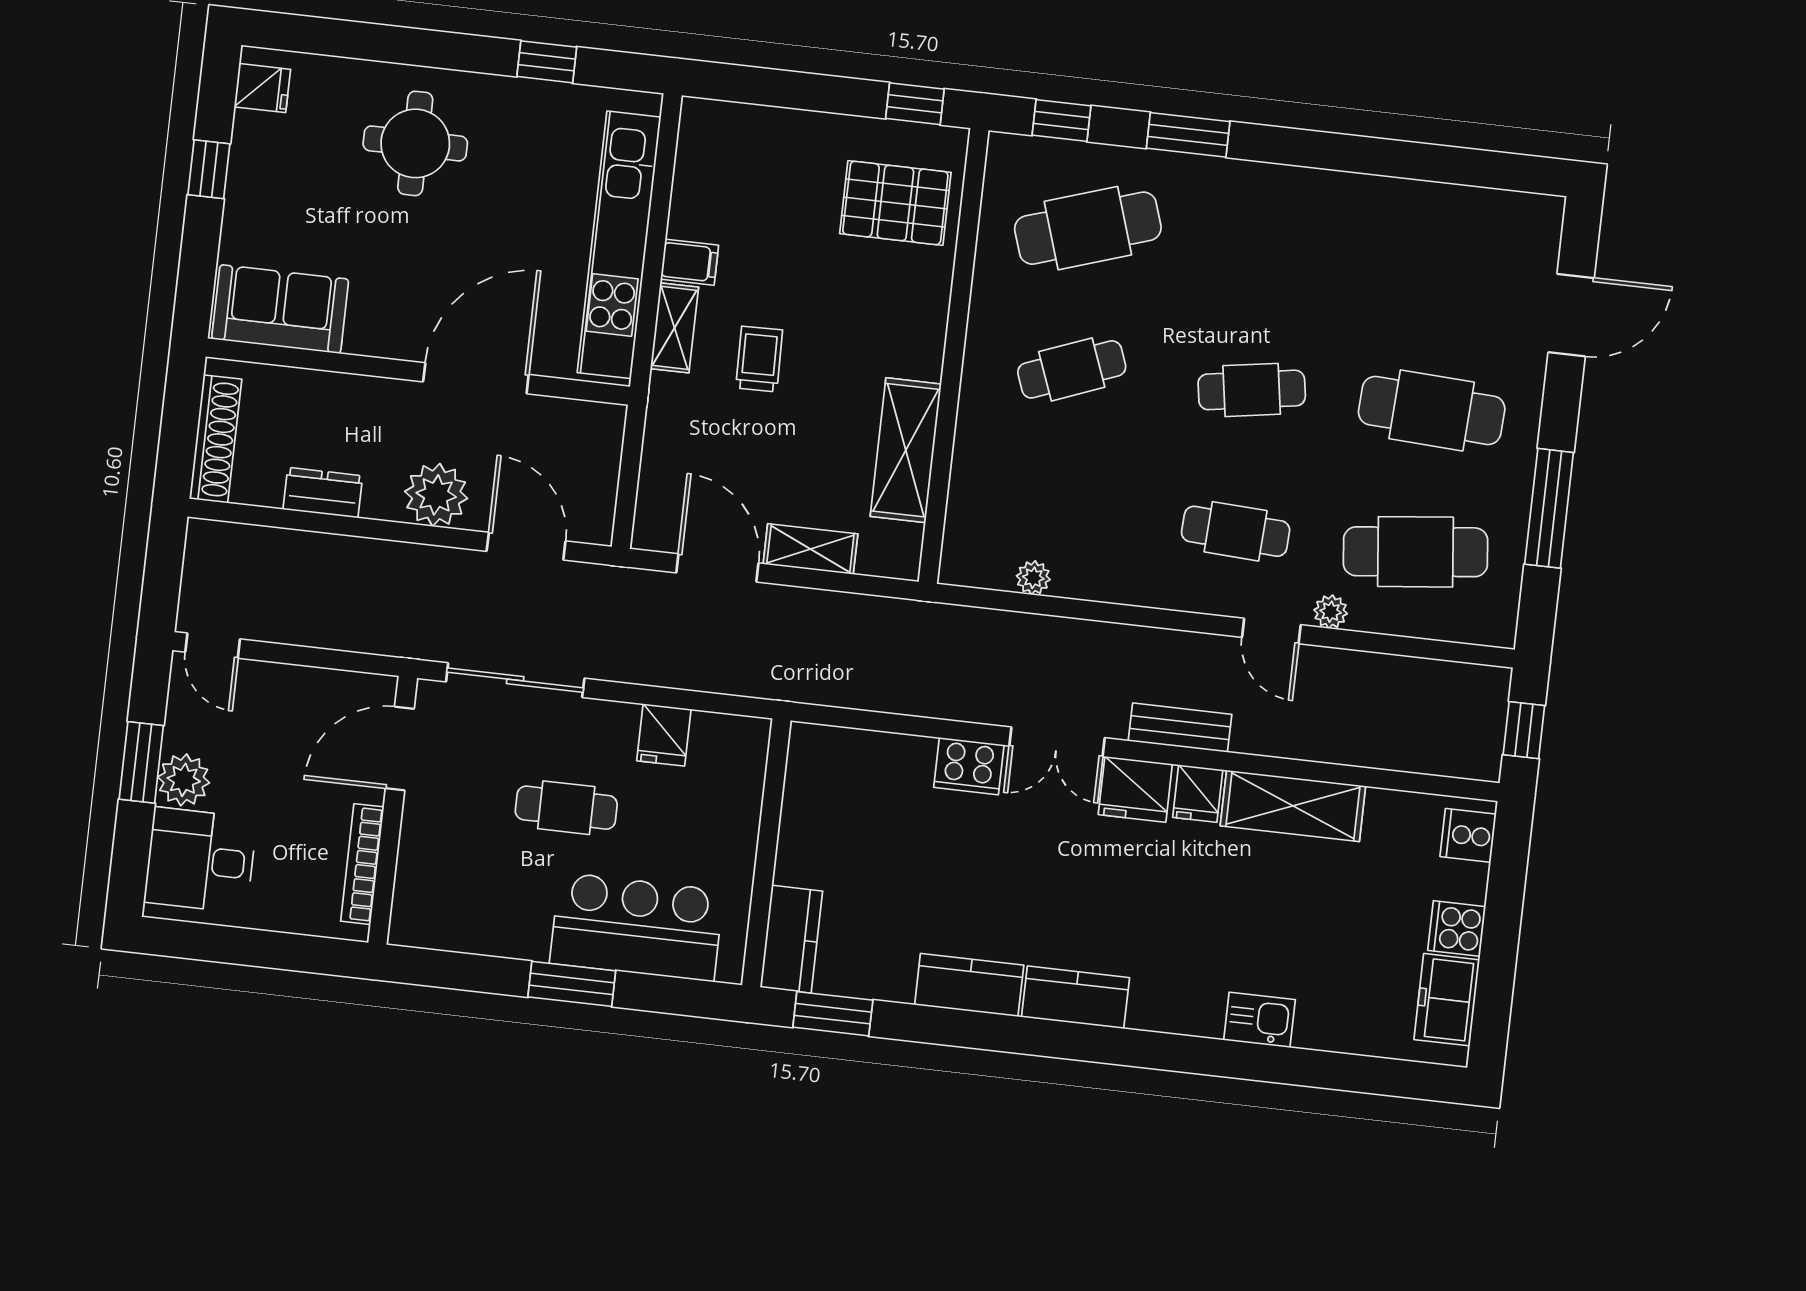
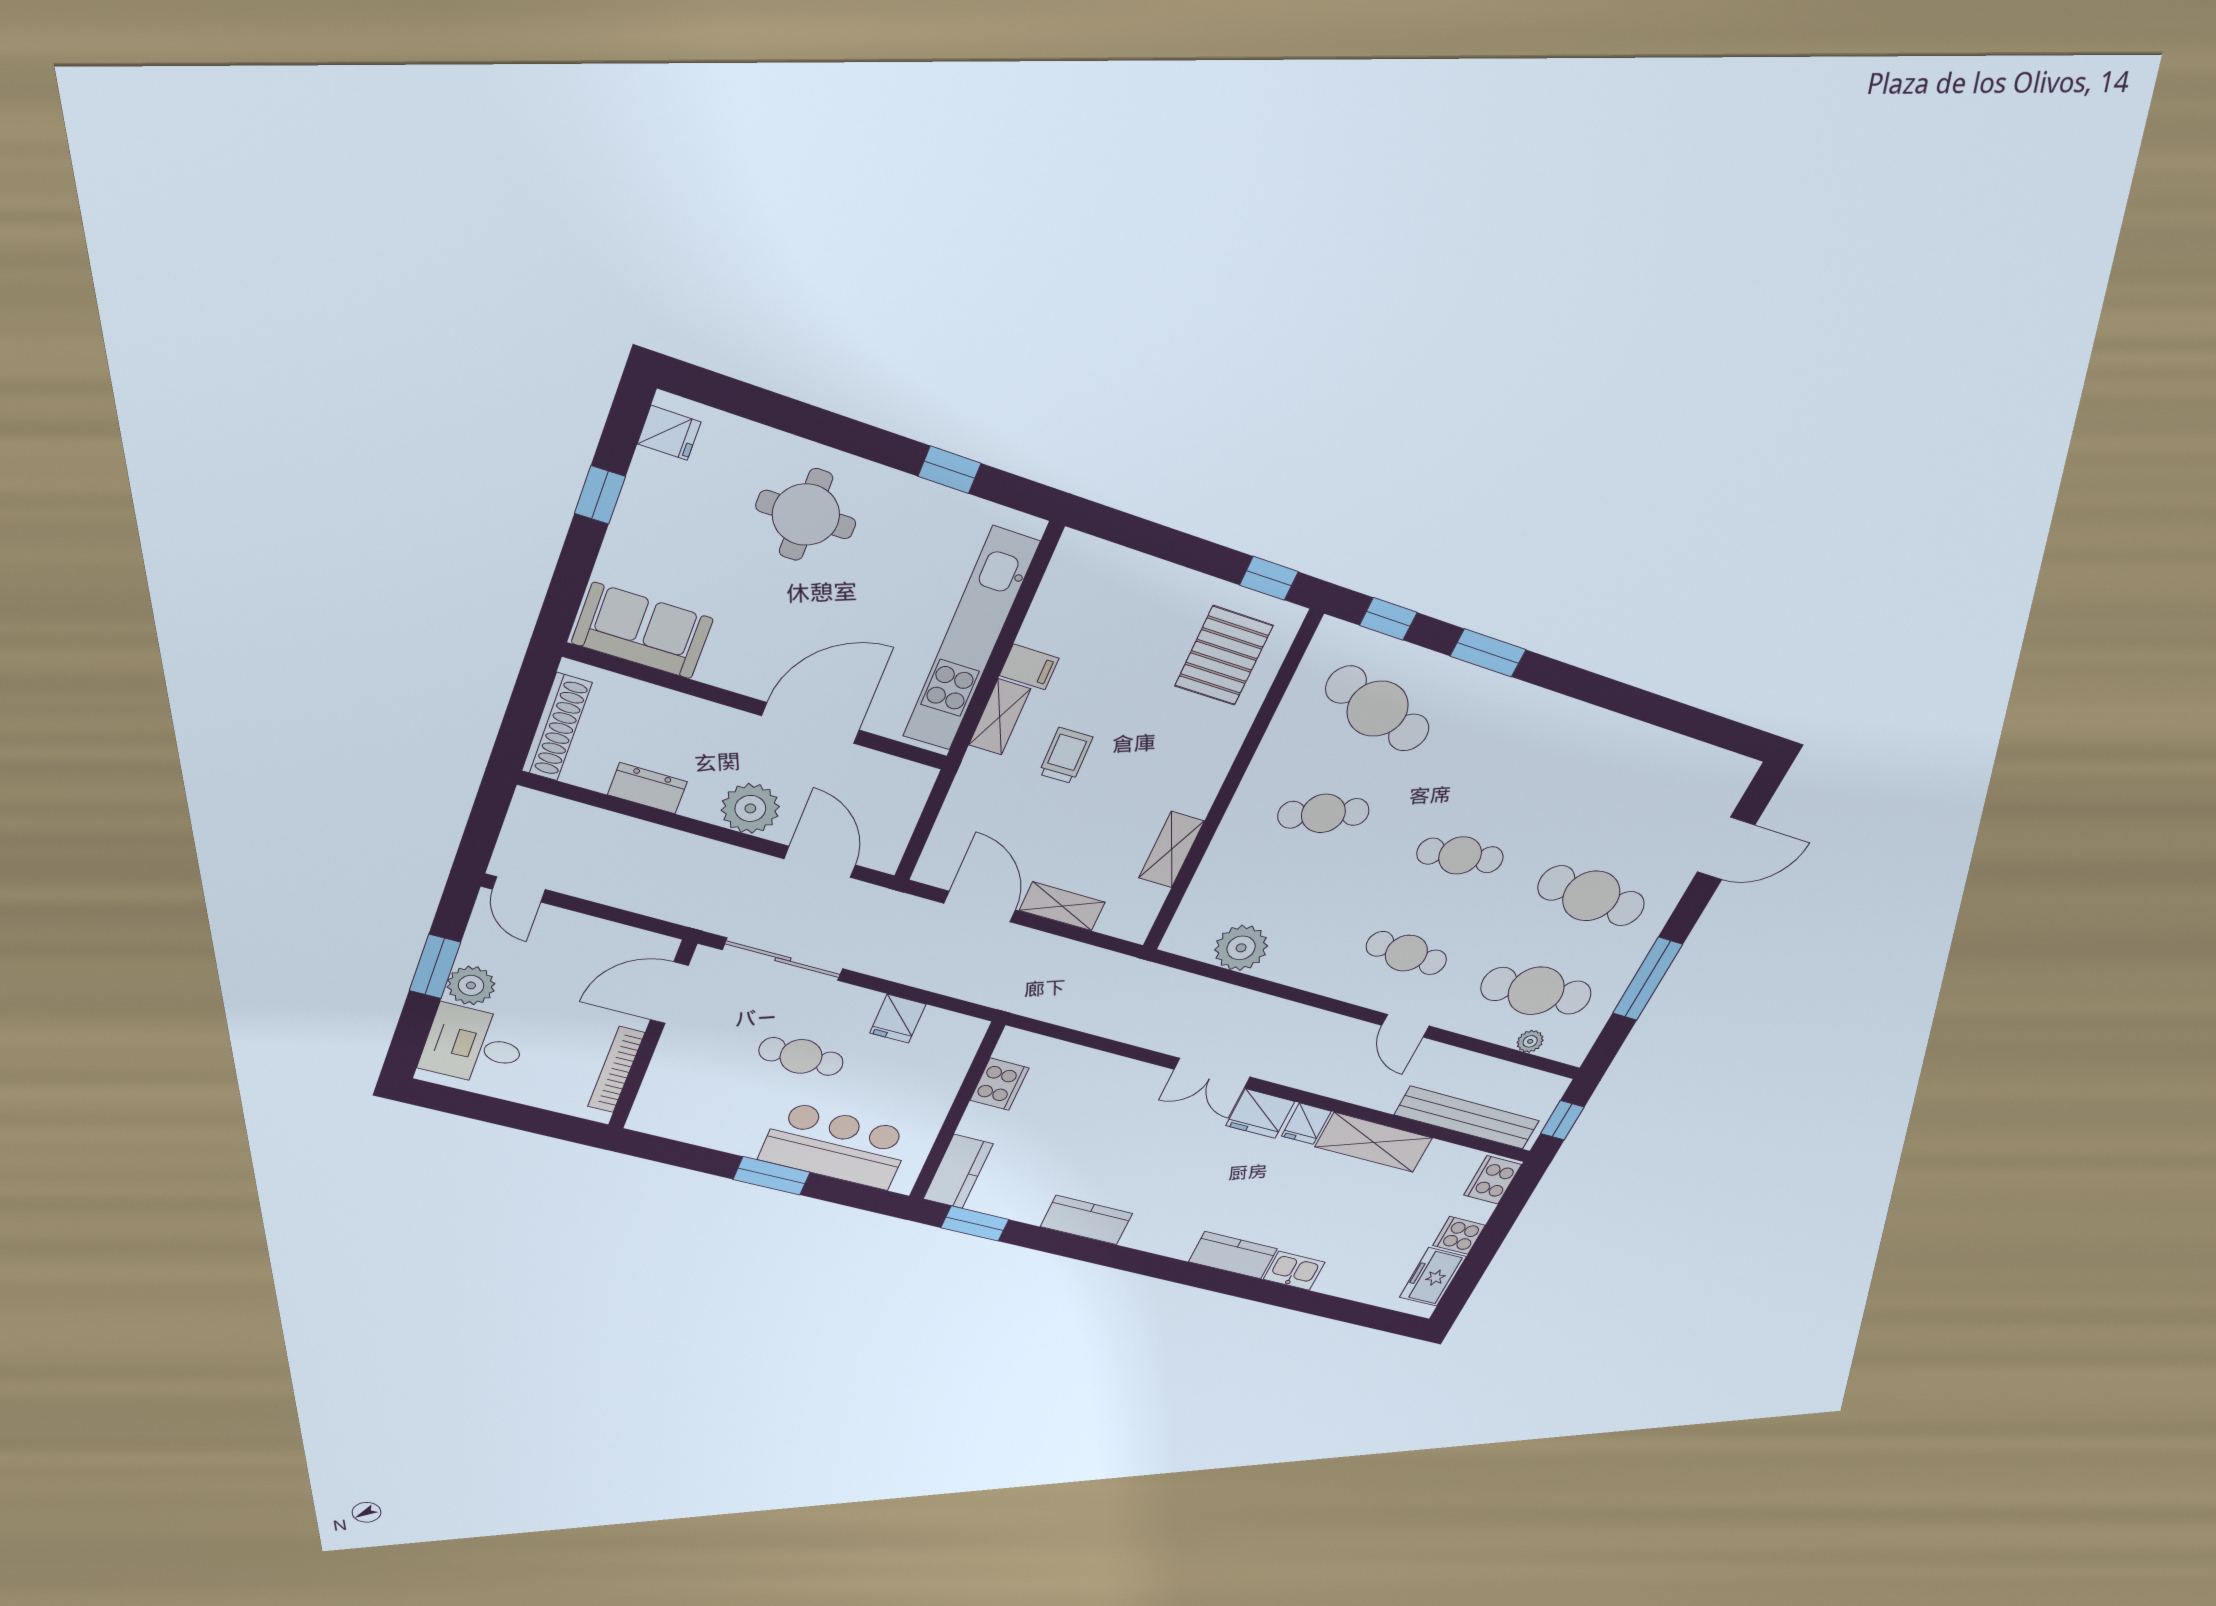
pallet: (895, 203) -> (1224, 656), turned 90
cafe table: (1088, 228) -> (1378, 709), turned 36
shelving: (906, 450) -> (1171, 850), width x0.67, depth x0.75
plant: (1033, 578) -> (1241, 948), width x1.87, depth x1.87
plant: (1331, 612) -> (1530, 1041), moved
bench: (1180, 728) -> (1467, 1118), moved, width x1.86, depth x1.21
cooker: (969, 766) -> (999, 1084), moved, turned -90
cooker: (1468, 835) -> (1493, 1180), width x1.36
kitchen counter: (1075, 997) -> (1233, 1255), moved

